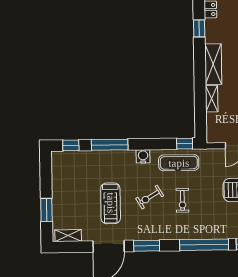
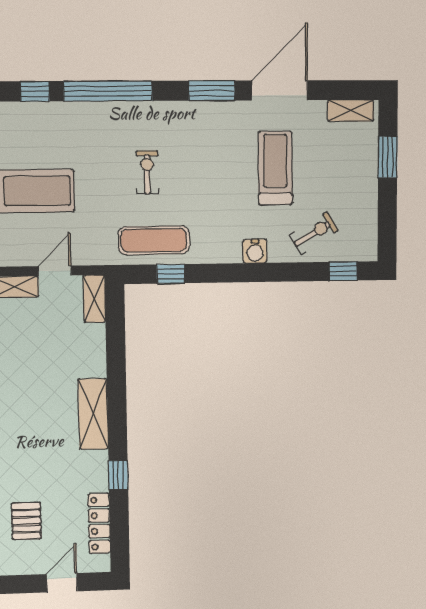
shelving: (212, 99) -> (94, 299), moved
window: (185, 144) -> (171, 274), moved
window: (110, 145) -> (276, 272), removed
water cooler: (143, 156) -> (255, 251), moved
exercise bike: (150, 197) -> (314, 233), moved

